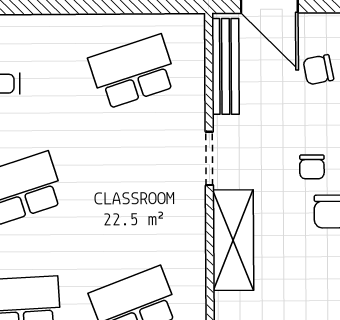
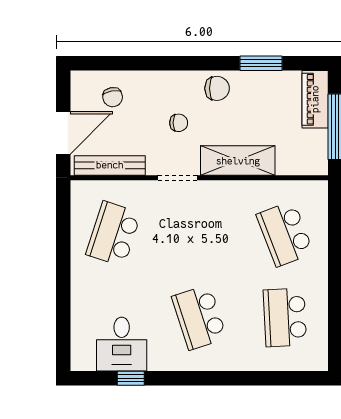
school desk: (133, 72) -> (113, 234), turned 36
chair: (312, 167) -> (179, 123), moved

